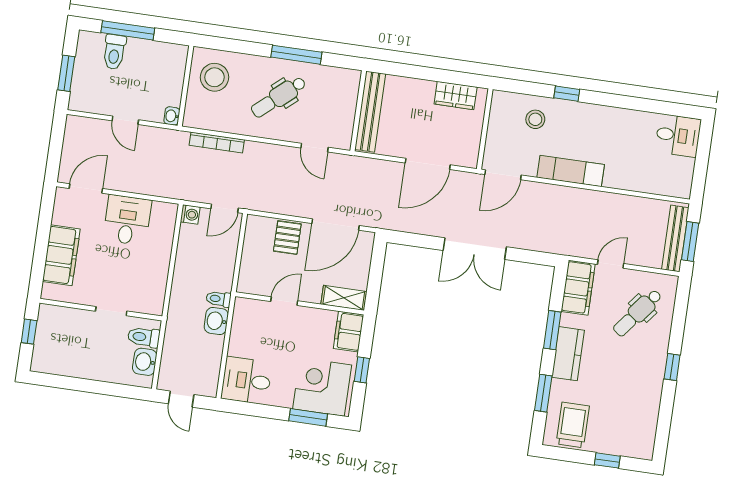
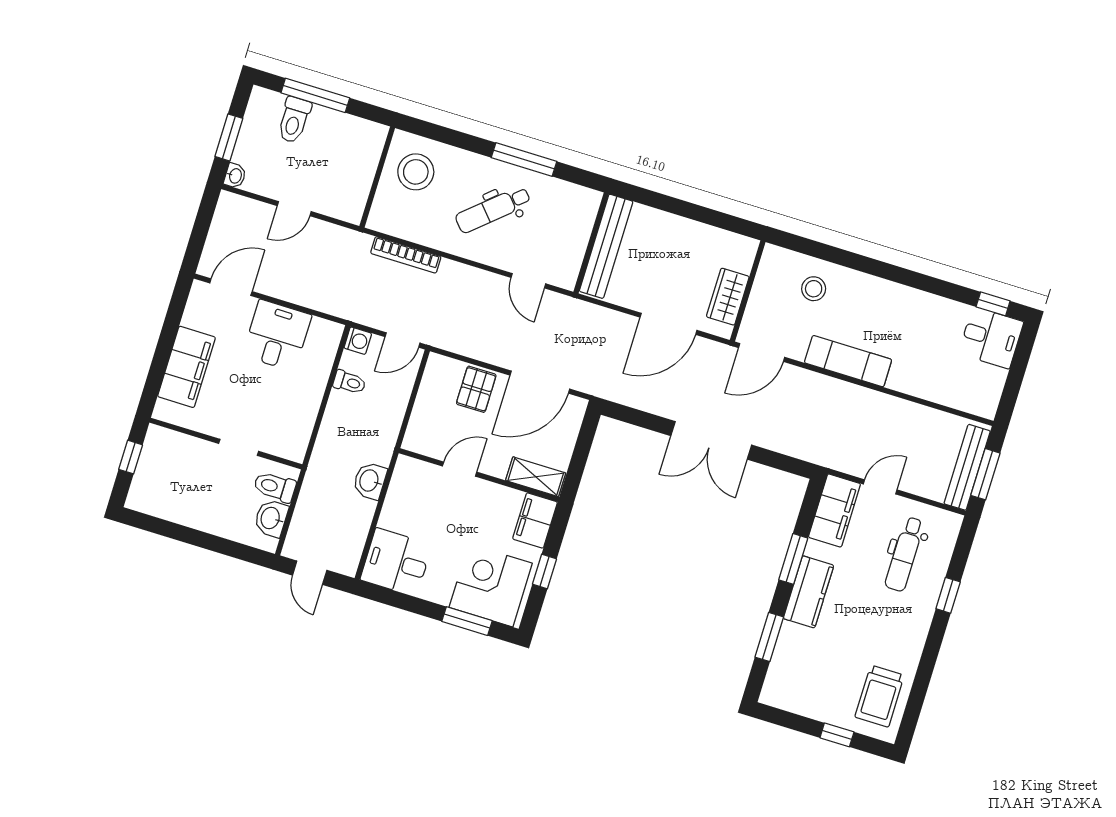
window: (567, 94) -> (993, 304), moved
wardrobe: (456, 96) -> (728, 297), moved, turned 90
washbasin: (172, 116) -> (235, 176), moved, turned 180
door: (125, 120) -> (294, 209), hinge flipped
toilet: (218, 299) -> (349, 382), moved, turned 180
dental chair: (637, 313) -> (905, 554), turned -38
window: (672, 367) -> (948, 595), moved
trolley: (573, 425) -> (880, 696), moved, turned 180

